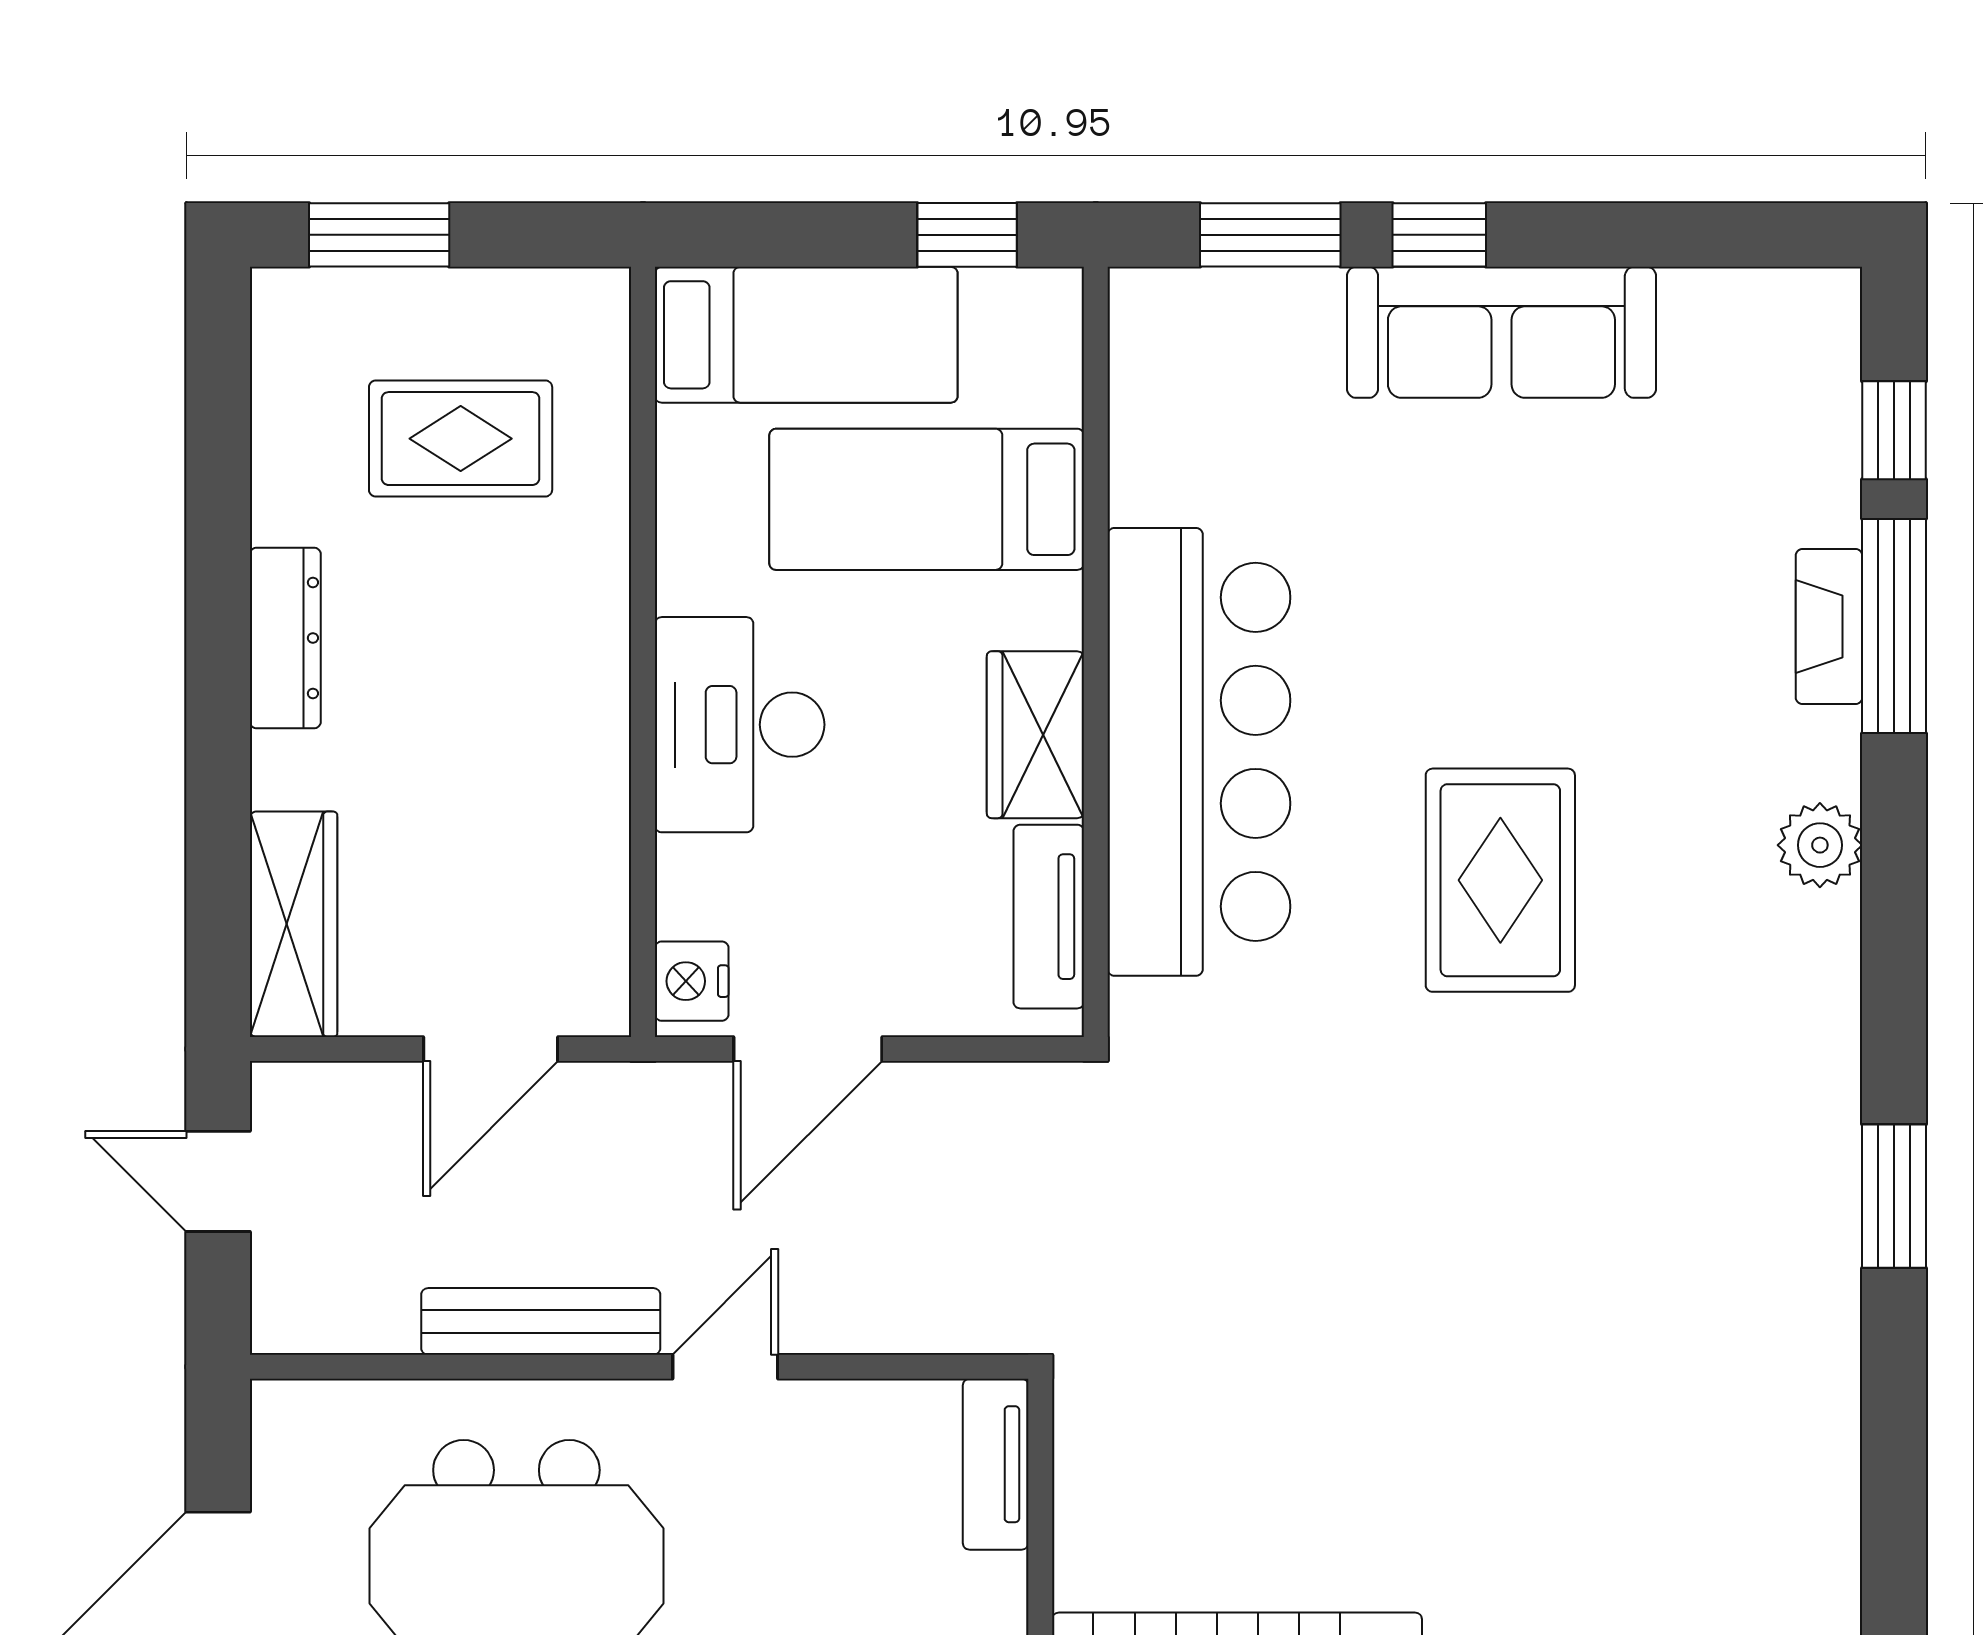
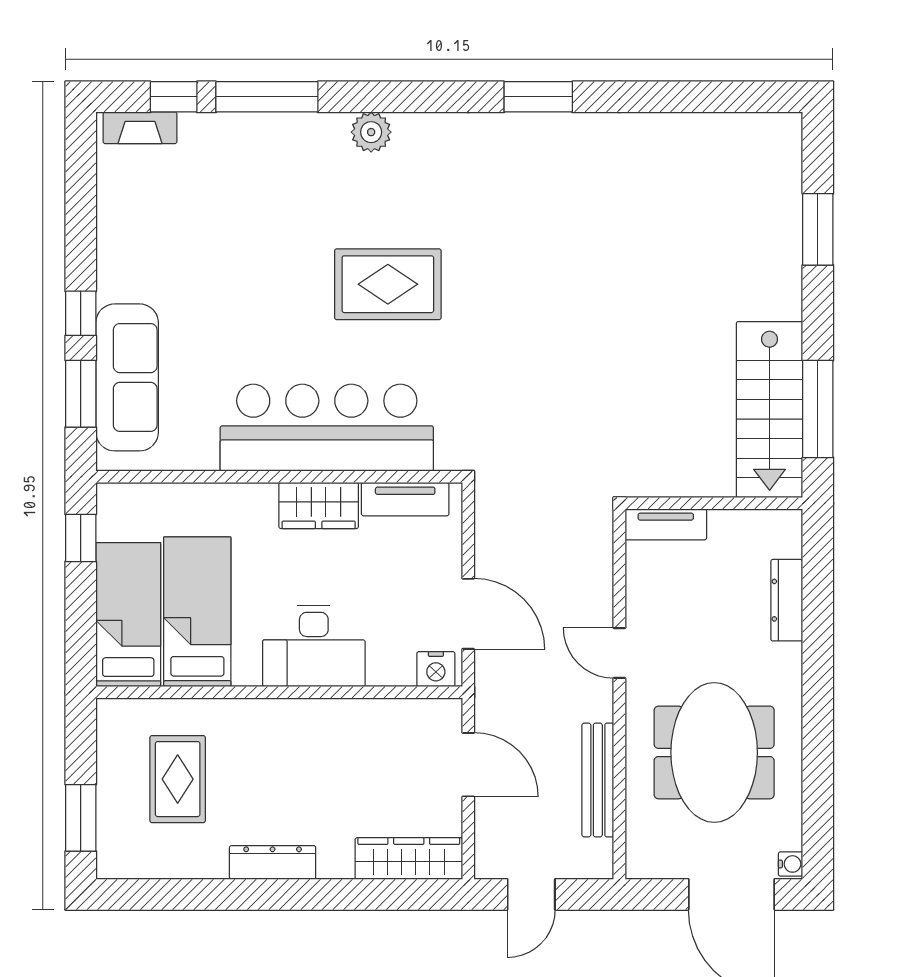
sofa: (1501, 332) -> (127, 377), moved
bed: (927, 499) -> (197, 612), moved, turned 180
fireplace: (1829, 627) -> (140, 128), moved
bench: (541, 1321) -> (598, 780), moved

